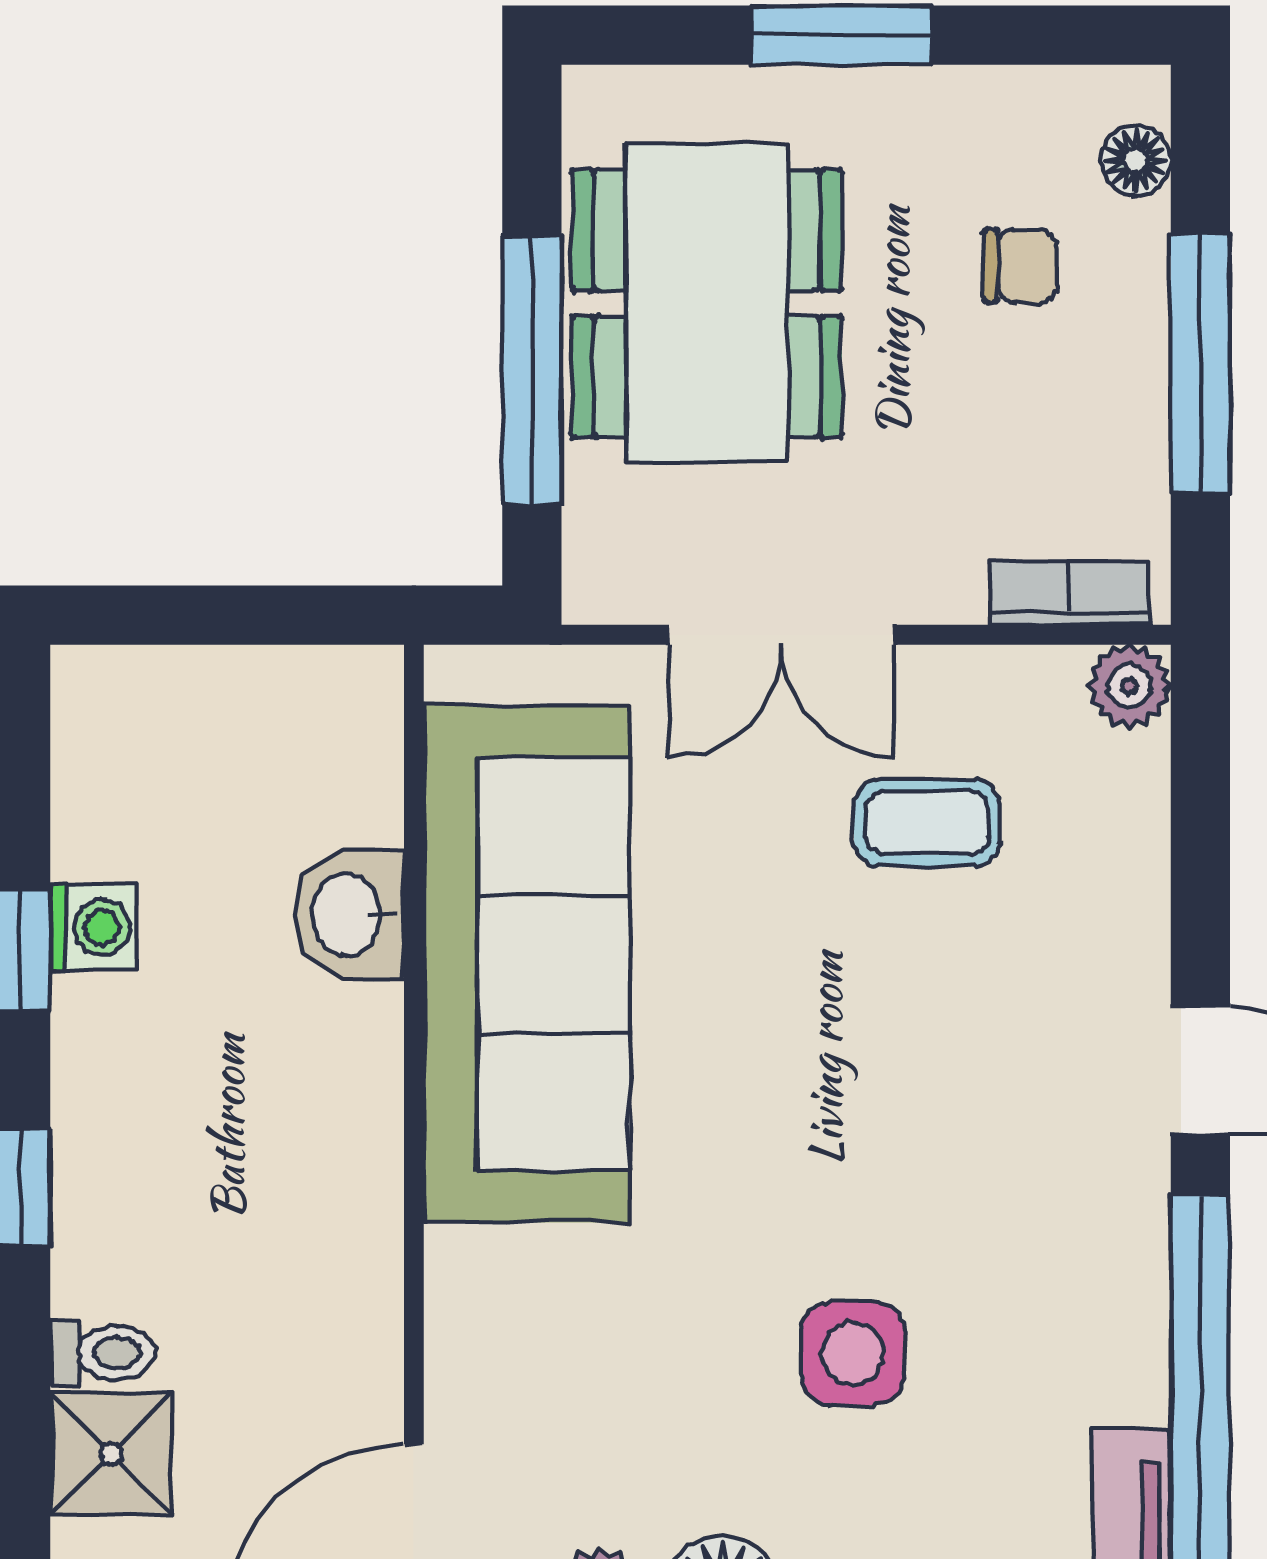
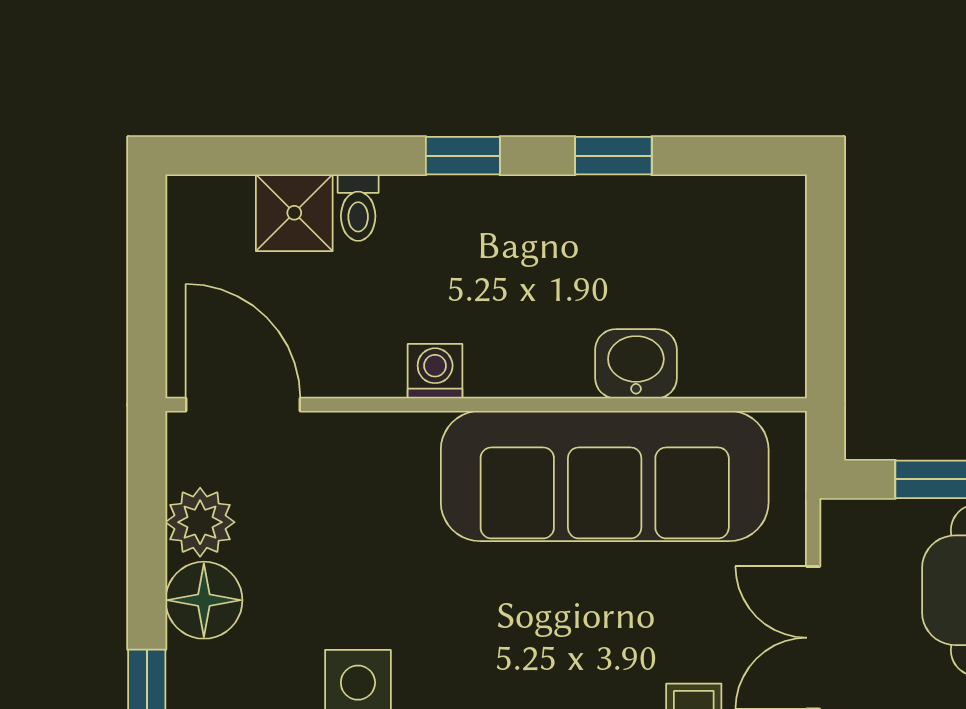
washing machine: (93, 927) -> (435, 371), moved, turned 180

